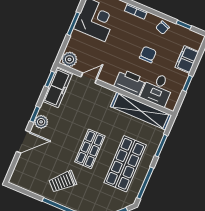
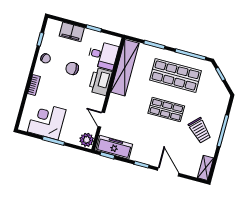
plant: (41, 122) -> (148, 158), removed
shelving: (22, 182) -> (206, 168), added

